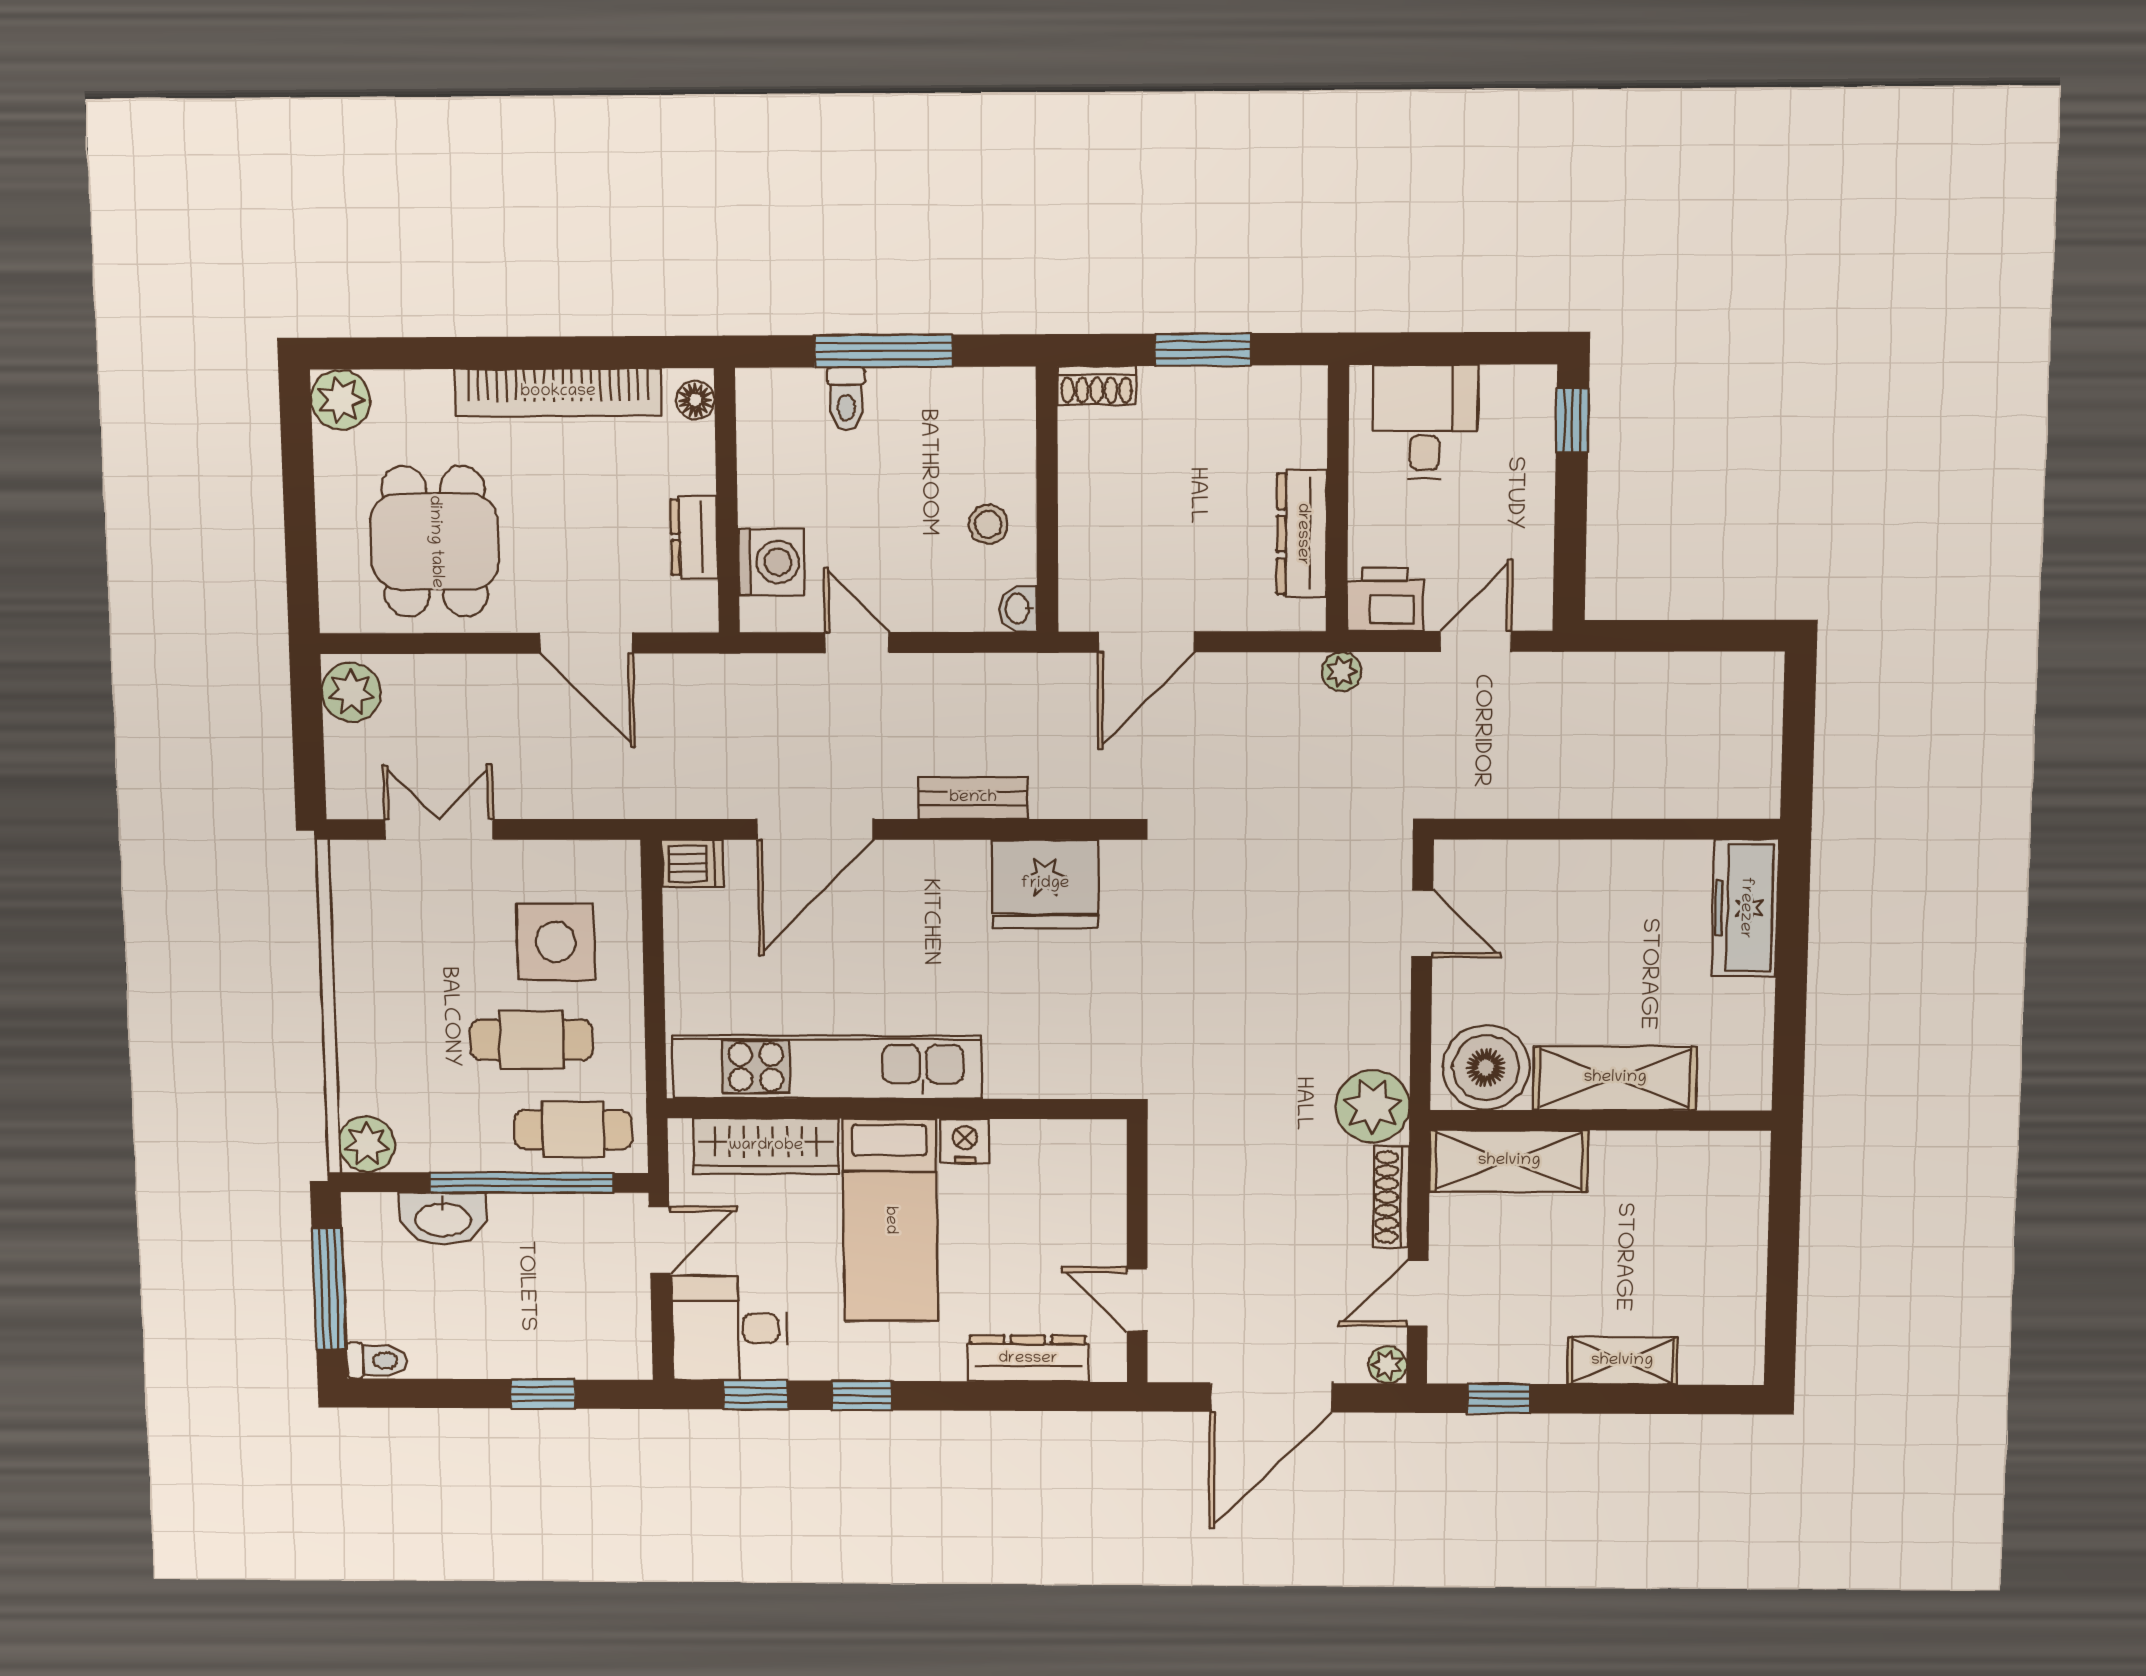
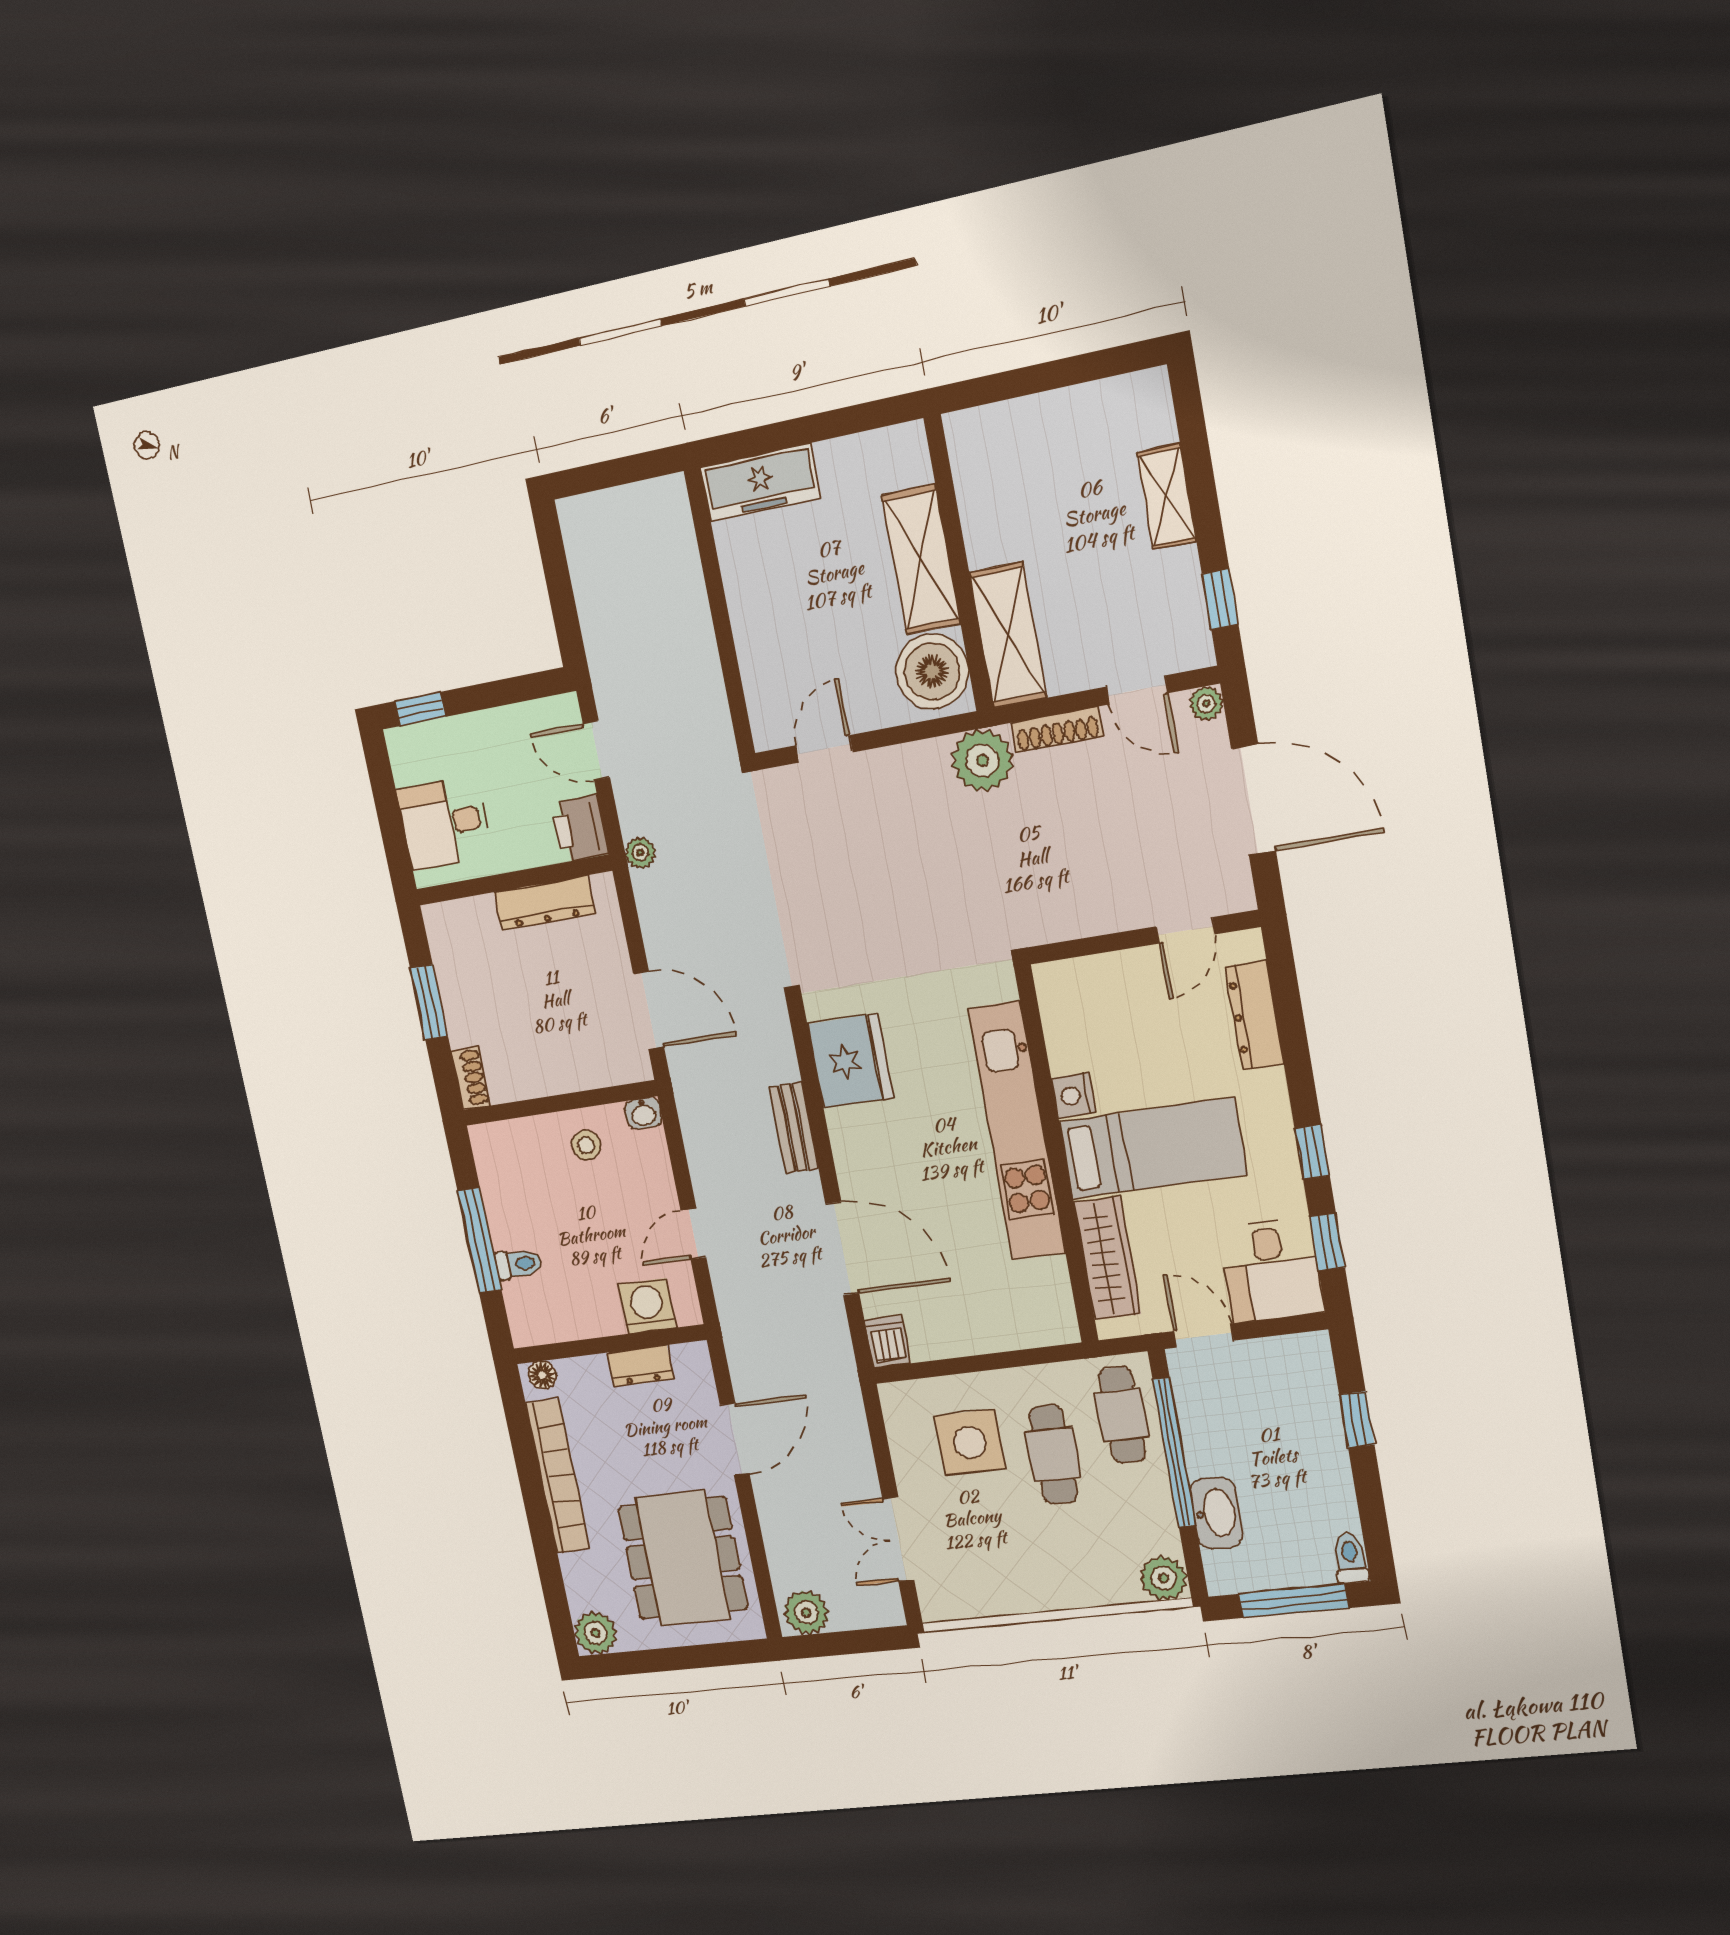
dining table: (435, 542) -> (683, 1558), width x1.37
kitchen unit: (827, 1067) -> (1017, 1131), moved

